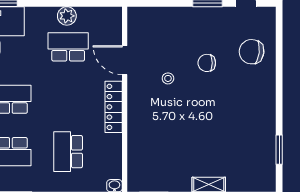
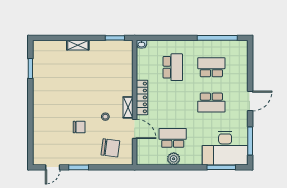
school desk: (68, 47) -> (173, 138), turned 180
chair: (252, 52) -> (110, 148), moved
shelving: (134, 92) -> (128, 107), added

